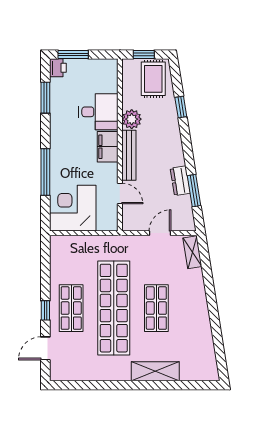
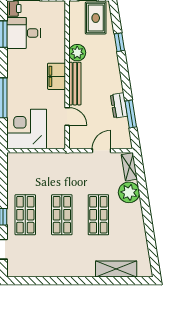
desk: (98, 112) -> (24, 33), moved, turned 180
plant: (192, 282) -> (129, 192), added
shop shelf: (114, 308) -> (62, 215), width x0.50, depth x0.74
shelving: (155, 371) -> (116, 269), moved

